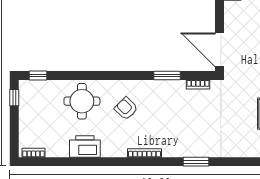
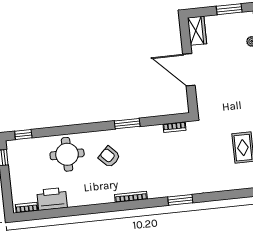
door: (219, 50) -> (189, 70), moved
window: (167, 76) -> (127, 124), moved
printer: (85, 146) -> (52, 199), moved

